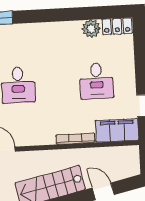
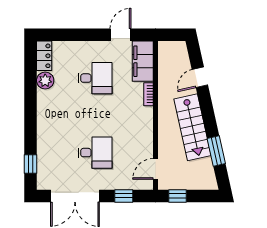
bookcase: (75, 139) -> (149, 94), width x0.64

